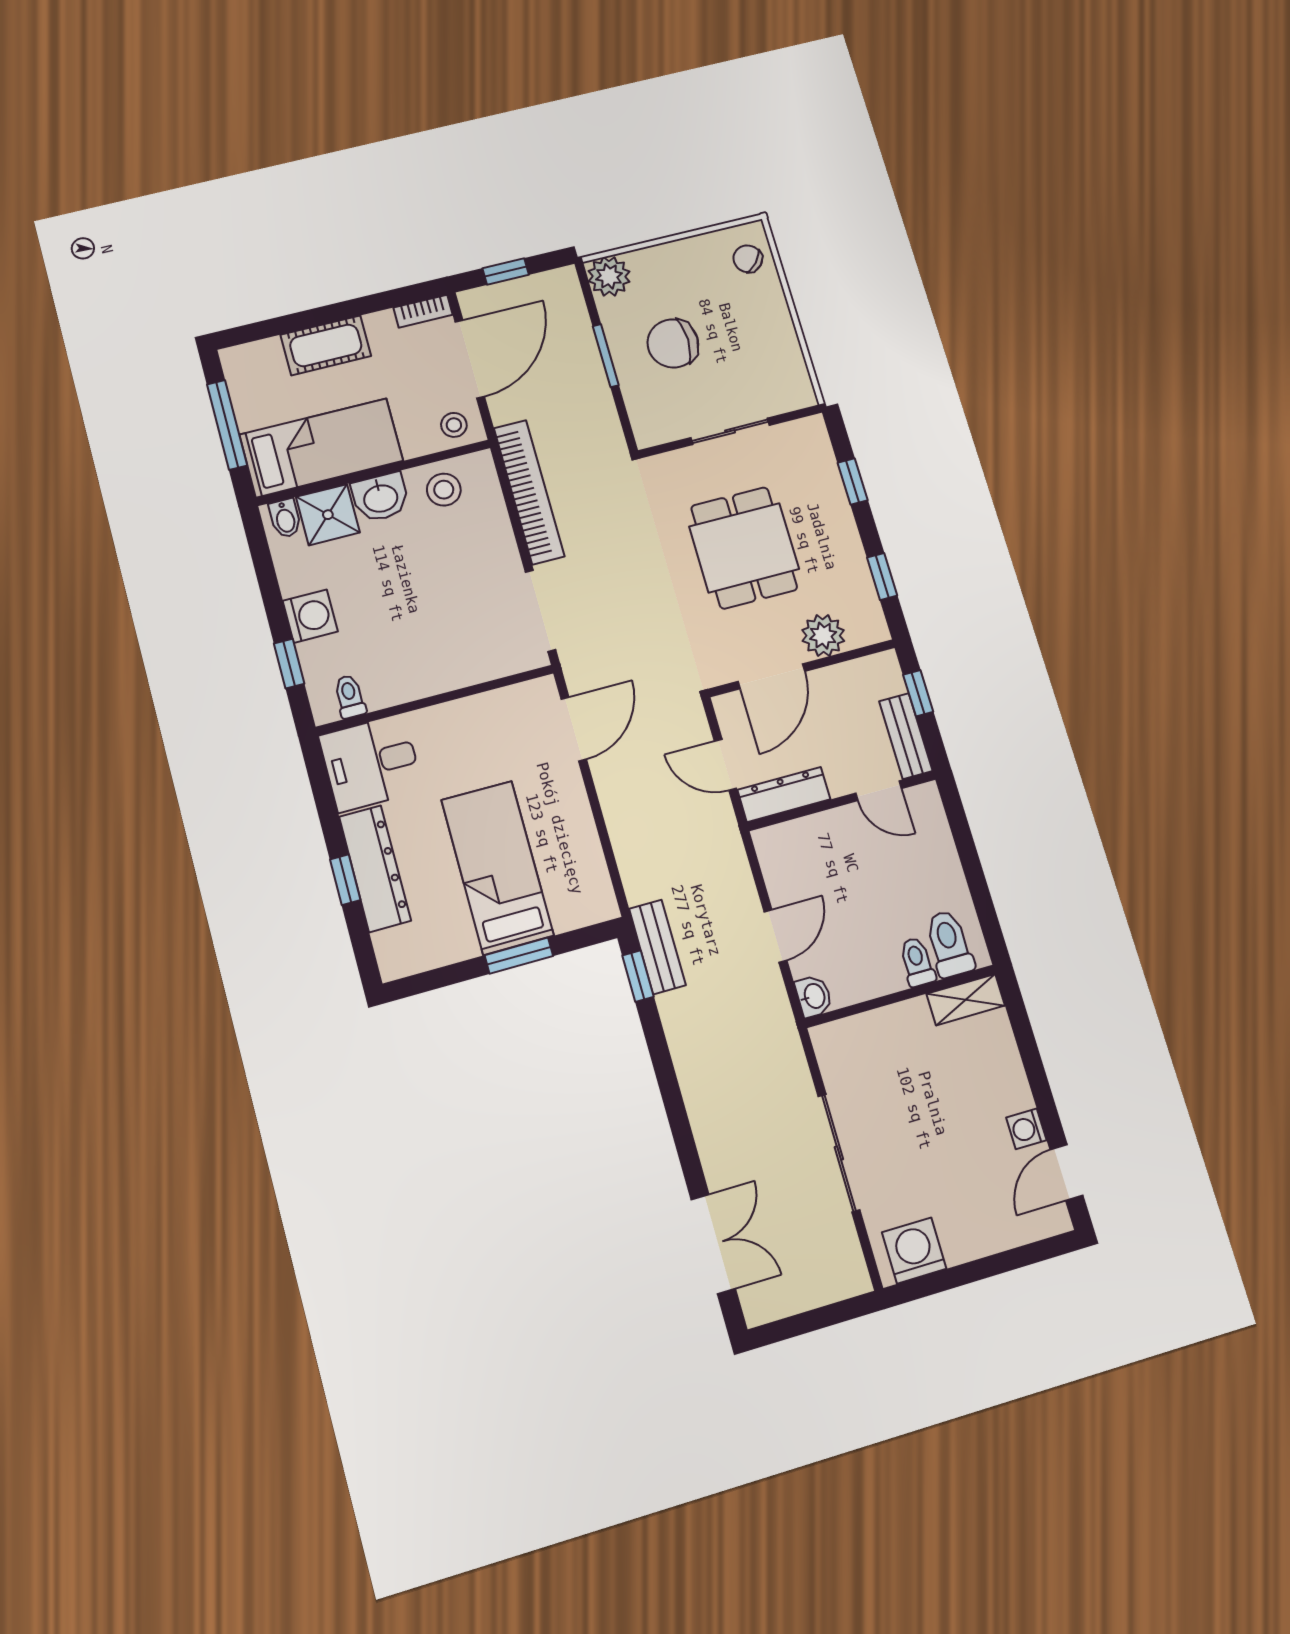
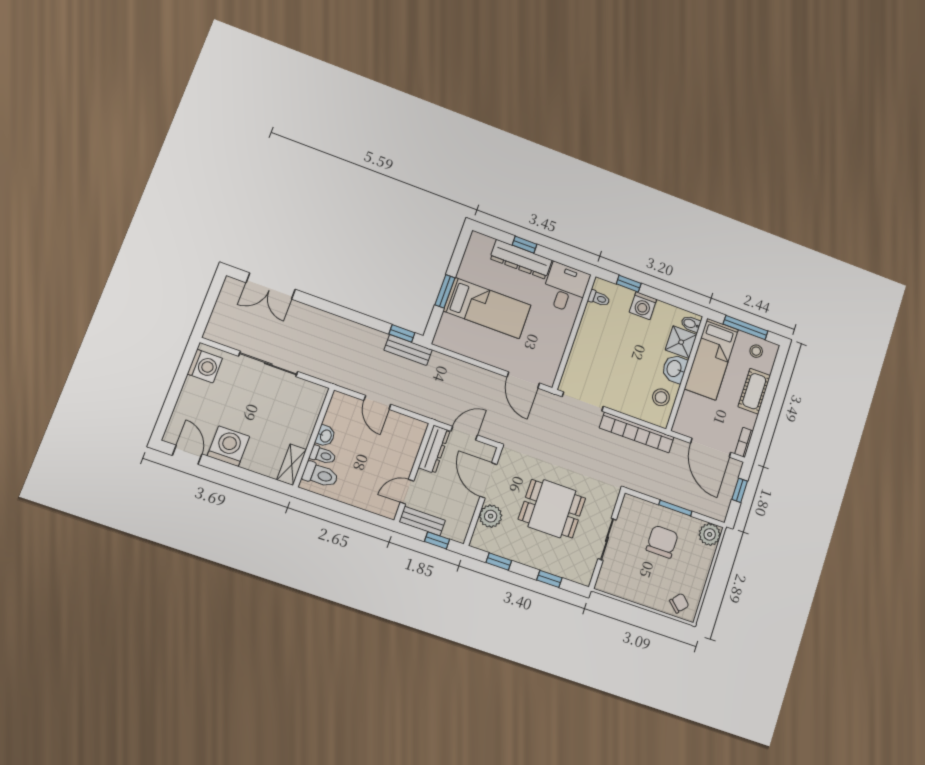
stool: (454, 425) -> (756, 351), moved
washbasin: (814, 996) -> (325, 436), moved, turned -90
washing machine: (1026, 1129) -> (228, 446), width x1.89, depth x1.89

